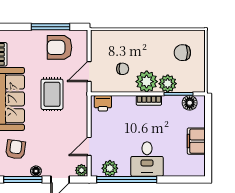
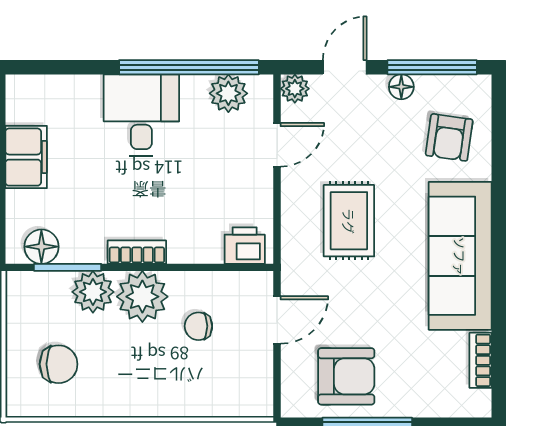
rug: (52, 94) -> (349, 221), moved

